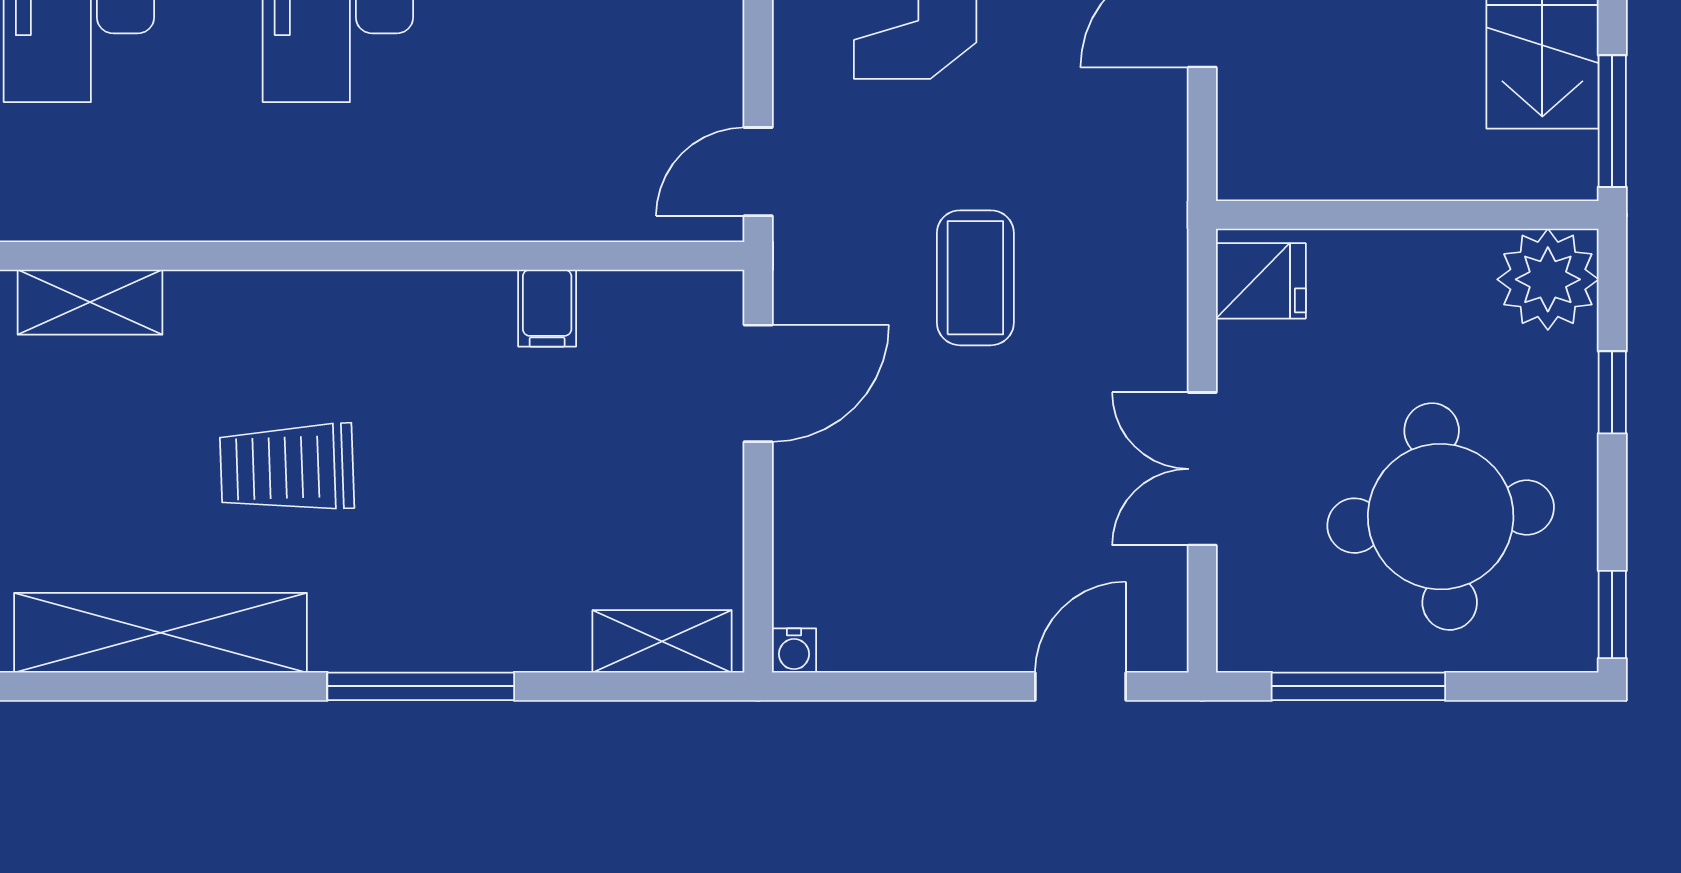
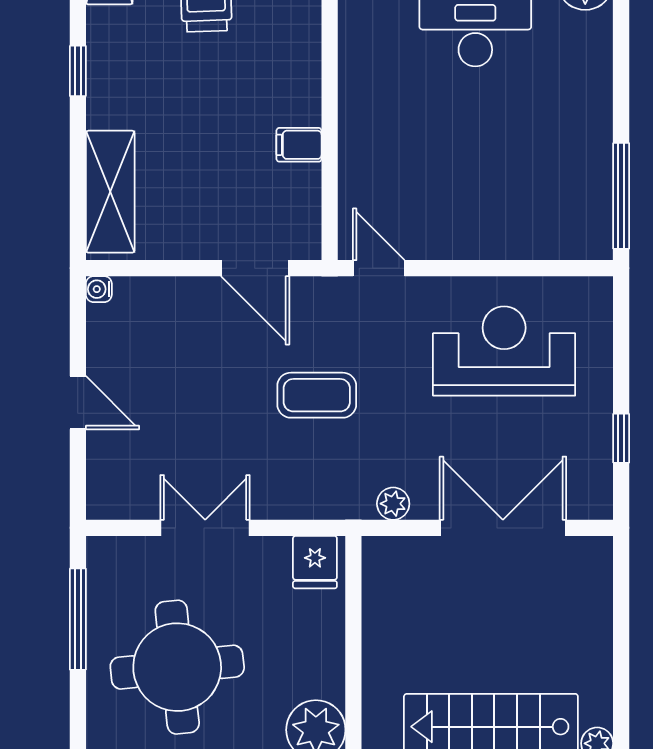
plant: (1161, 147) -> (393, 504), added
shelving: (662, 641) -> (110, 192), width x1.50, depth x1.33
window: (421, 686) -> (78, 71), width x0.46
door: (1081, 686) -> (78, 403), moved

